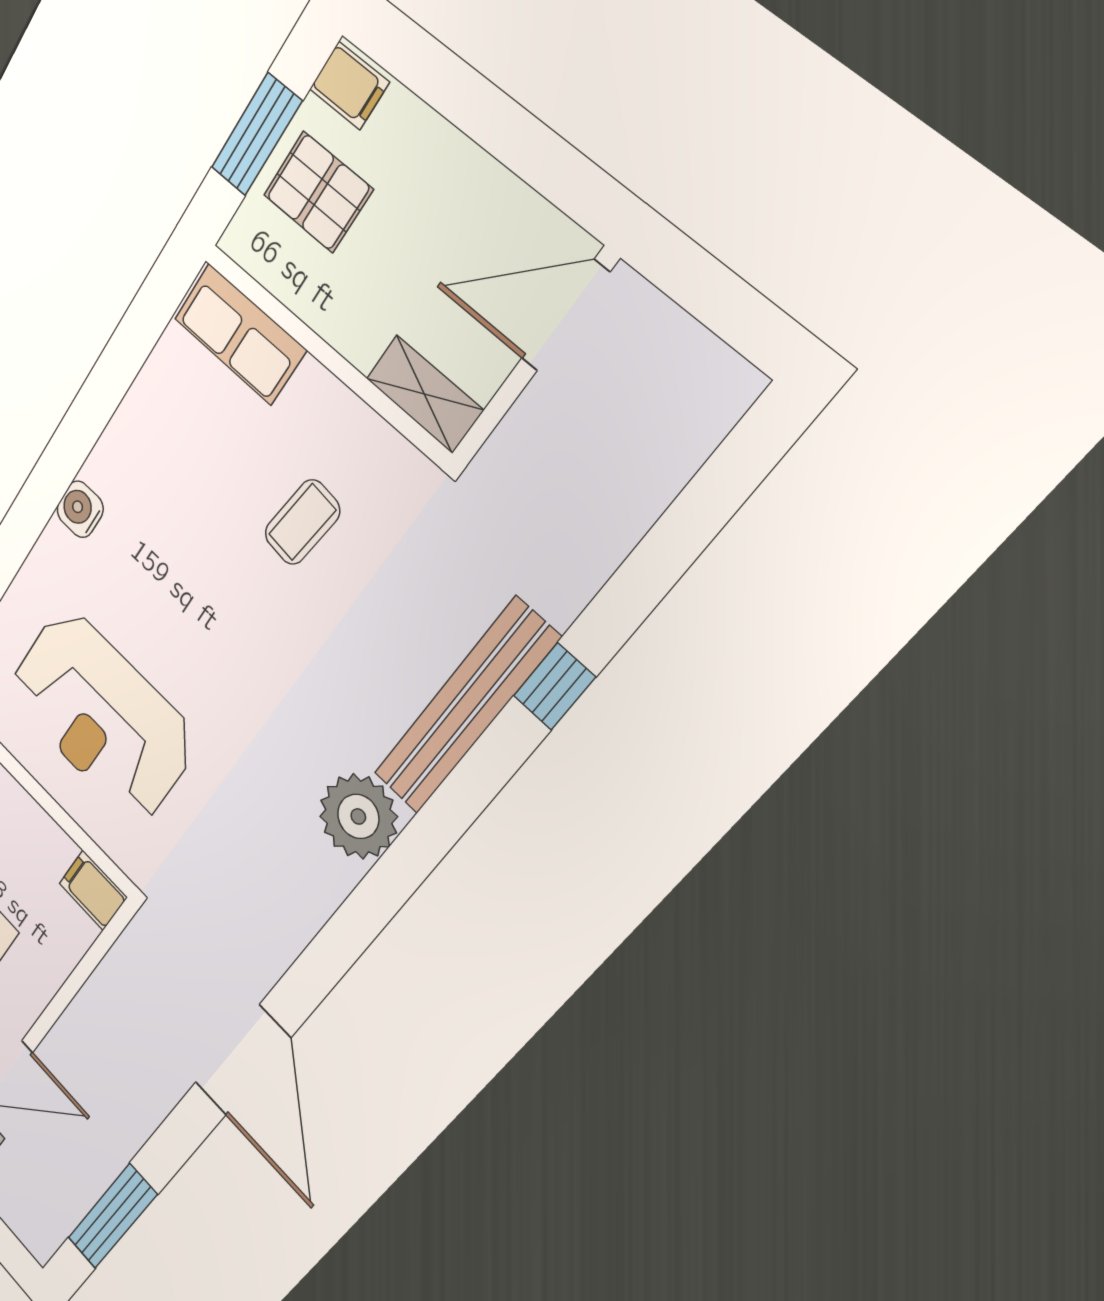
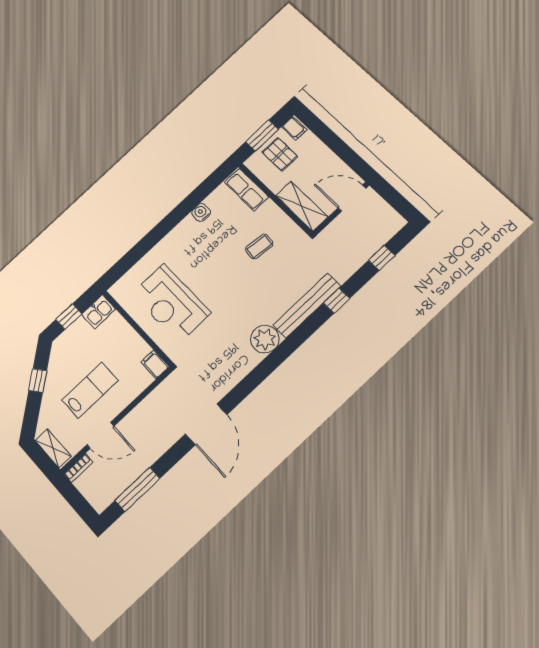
shelving: (424, 394) -> (302, 206), width x1.50, depth x1.33
water cooler: (80, 509) -> (201, 212), moved
window: (689, 526) -> (382, 258), added

